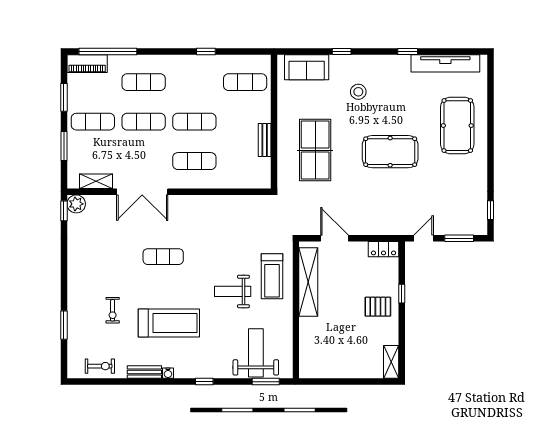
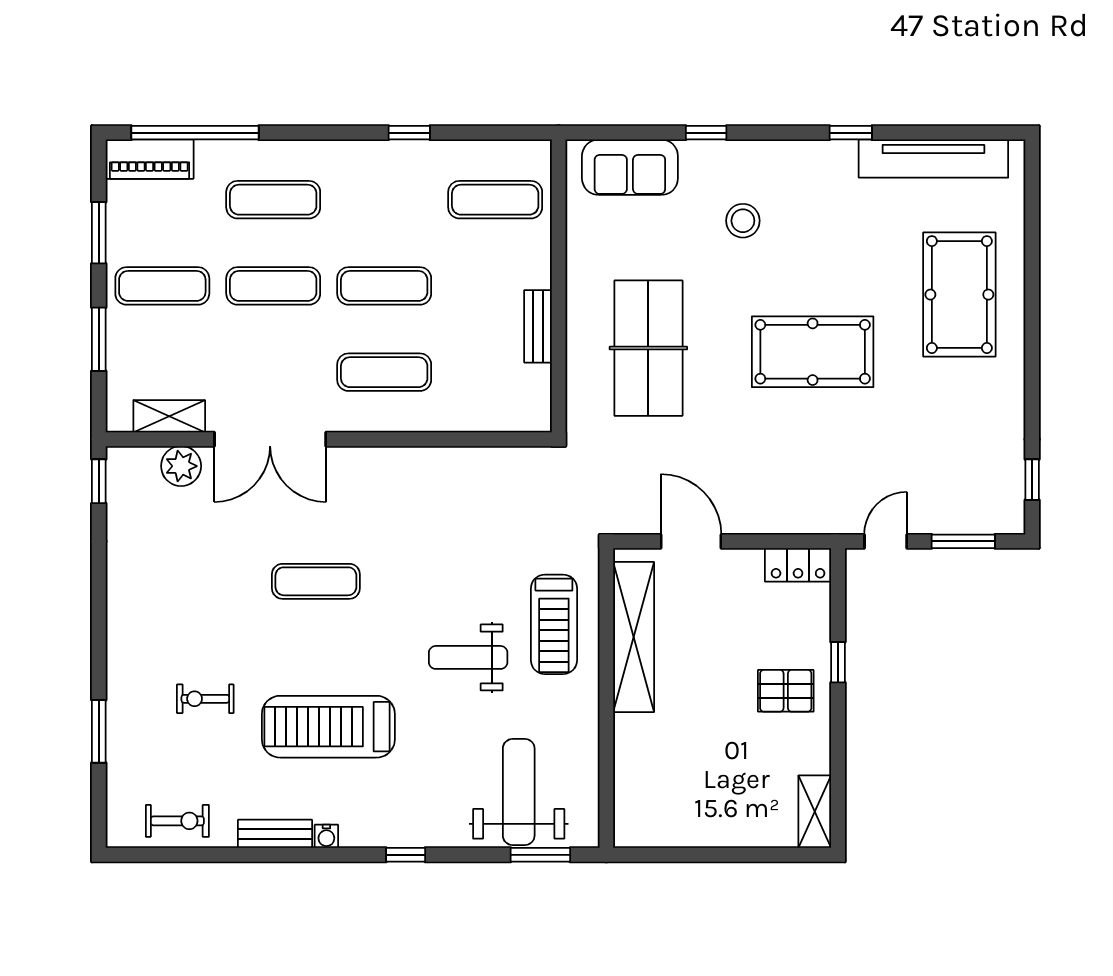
plant: (76, 204) -> (181, 466), moved
exercise bike: (113, 310) -> (205, 699), turned 90
treadmill: (169, 323) -> (328, 727), turned 180

